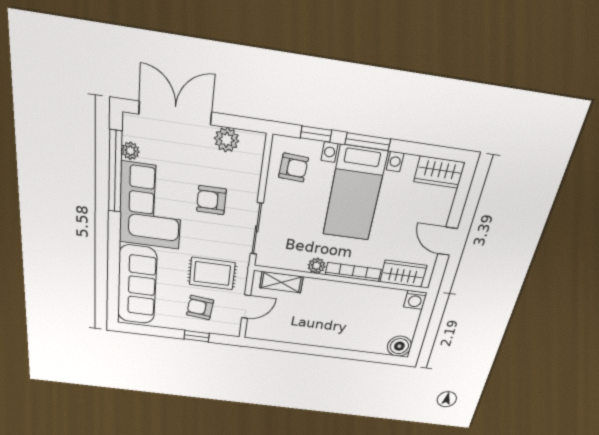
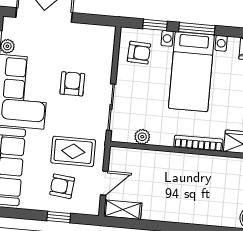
plant: (227, 140) -> (84, 33), removed
armchair: (211, 200) -> (72, 84), turned 90
plant: (317, 266) -> (142, 137), moved
shelving: (281, 282) -> (123, 210), moved

